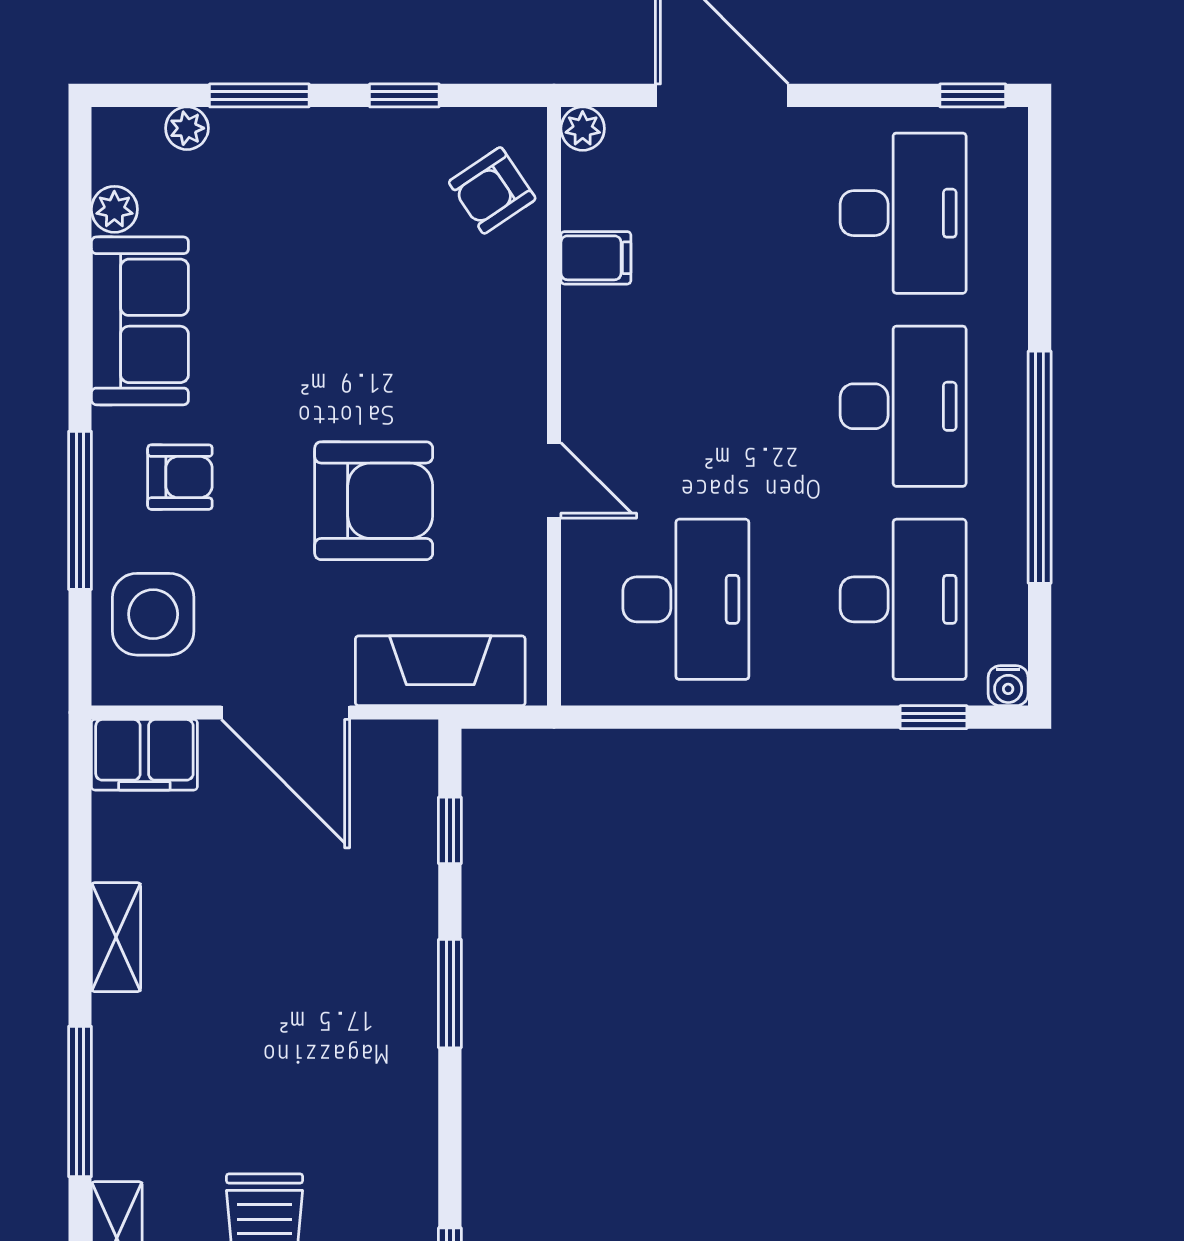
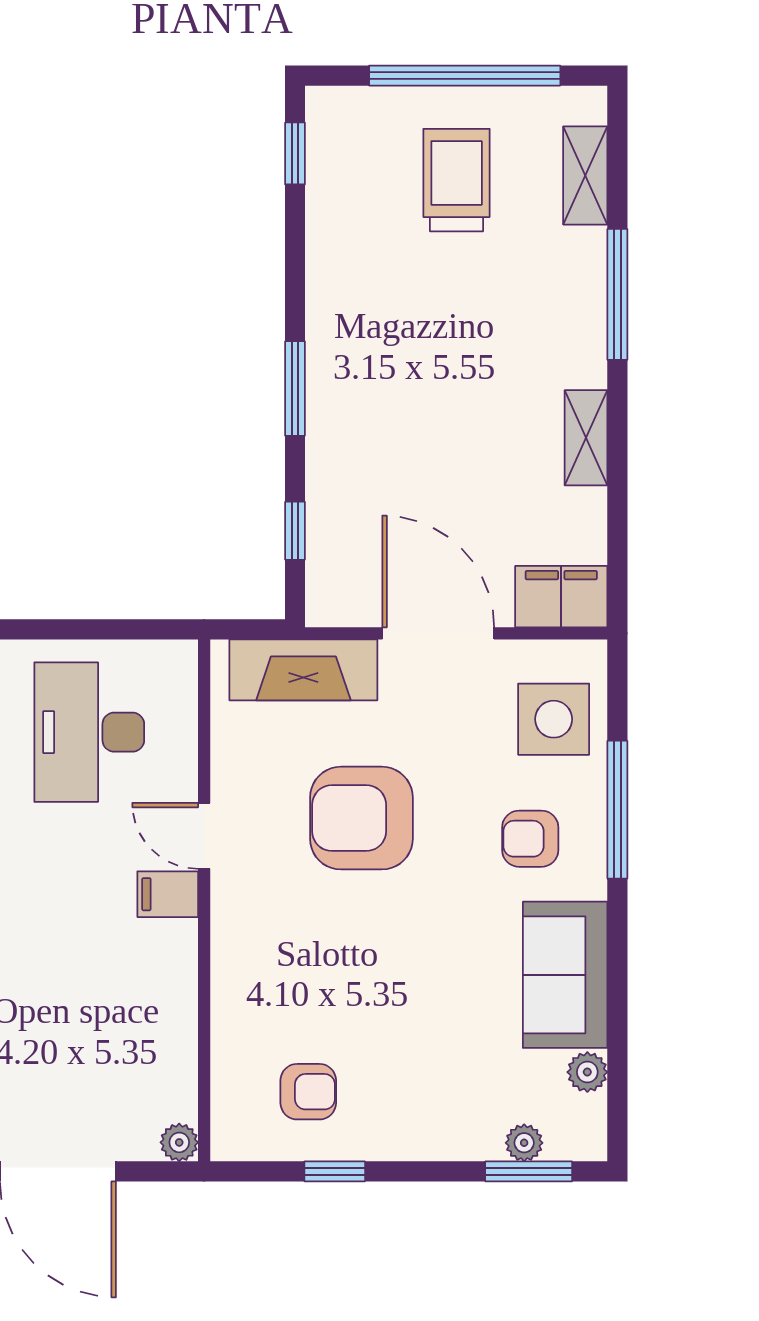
window: (259, 95) -> (529, 1171), moved
armchair: (492, 190) -> (308, 1092), moved, turned 34
filing cabinet: (596, 258) -> (168, 894), moved

